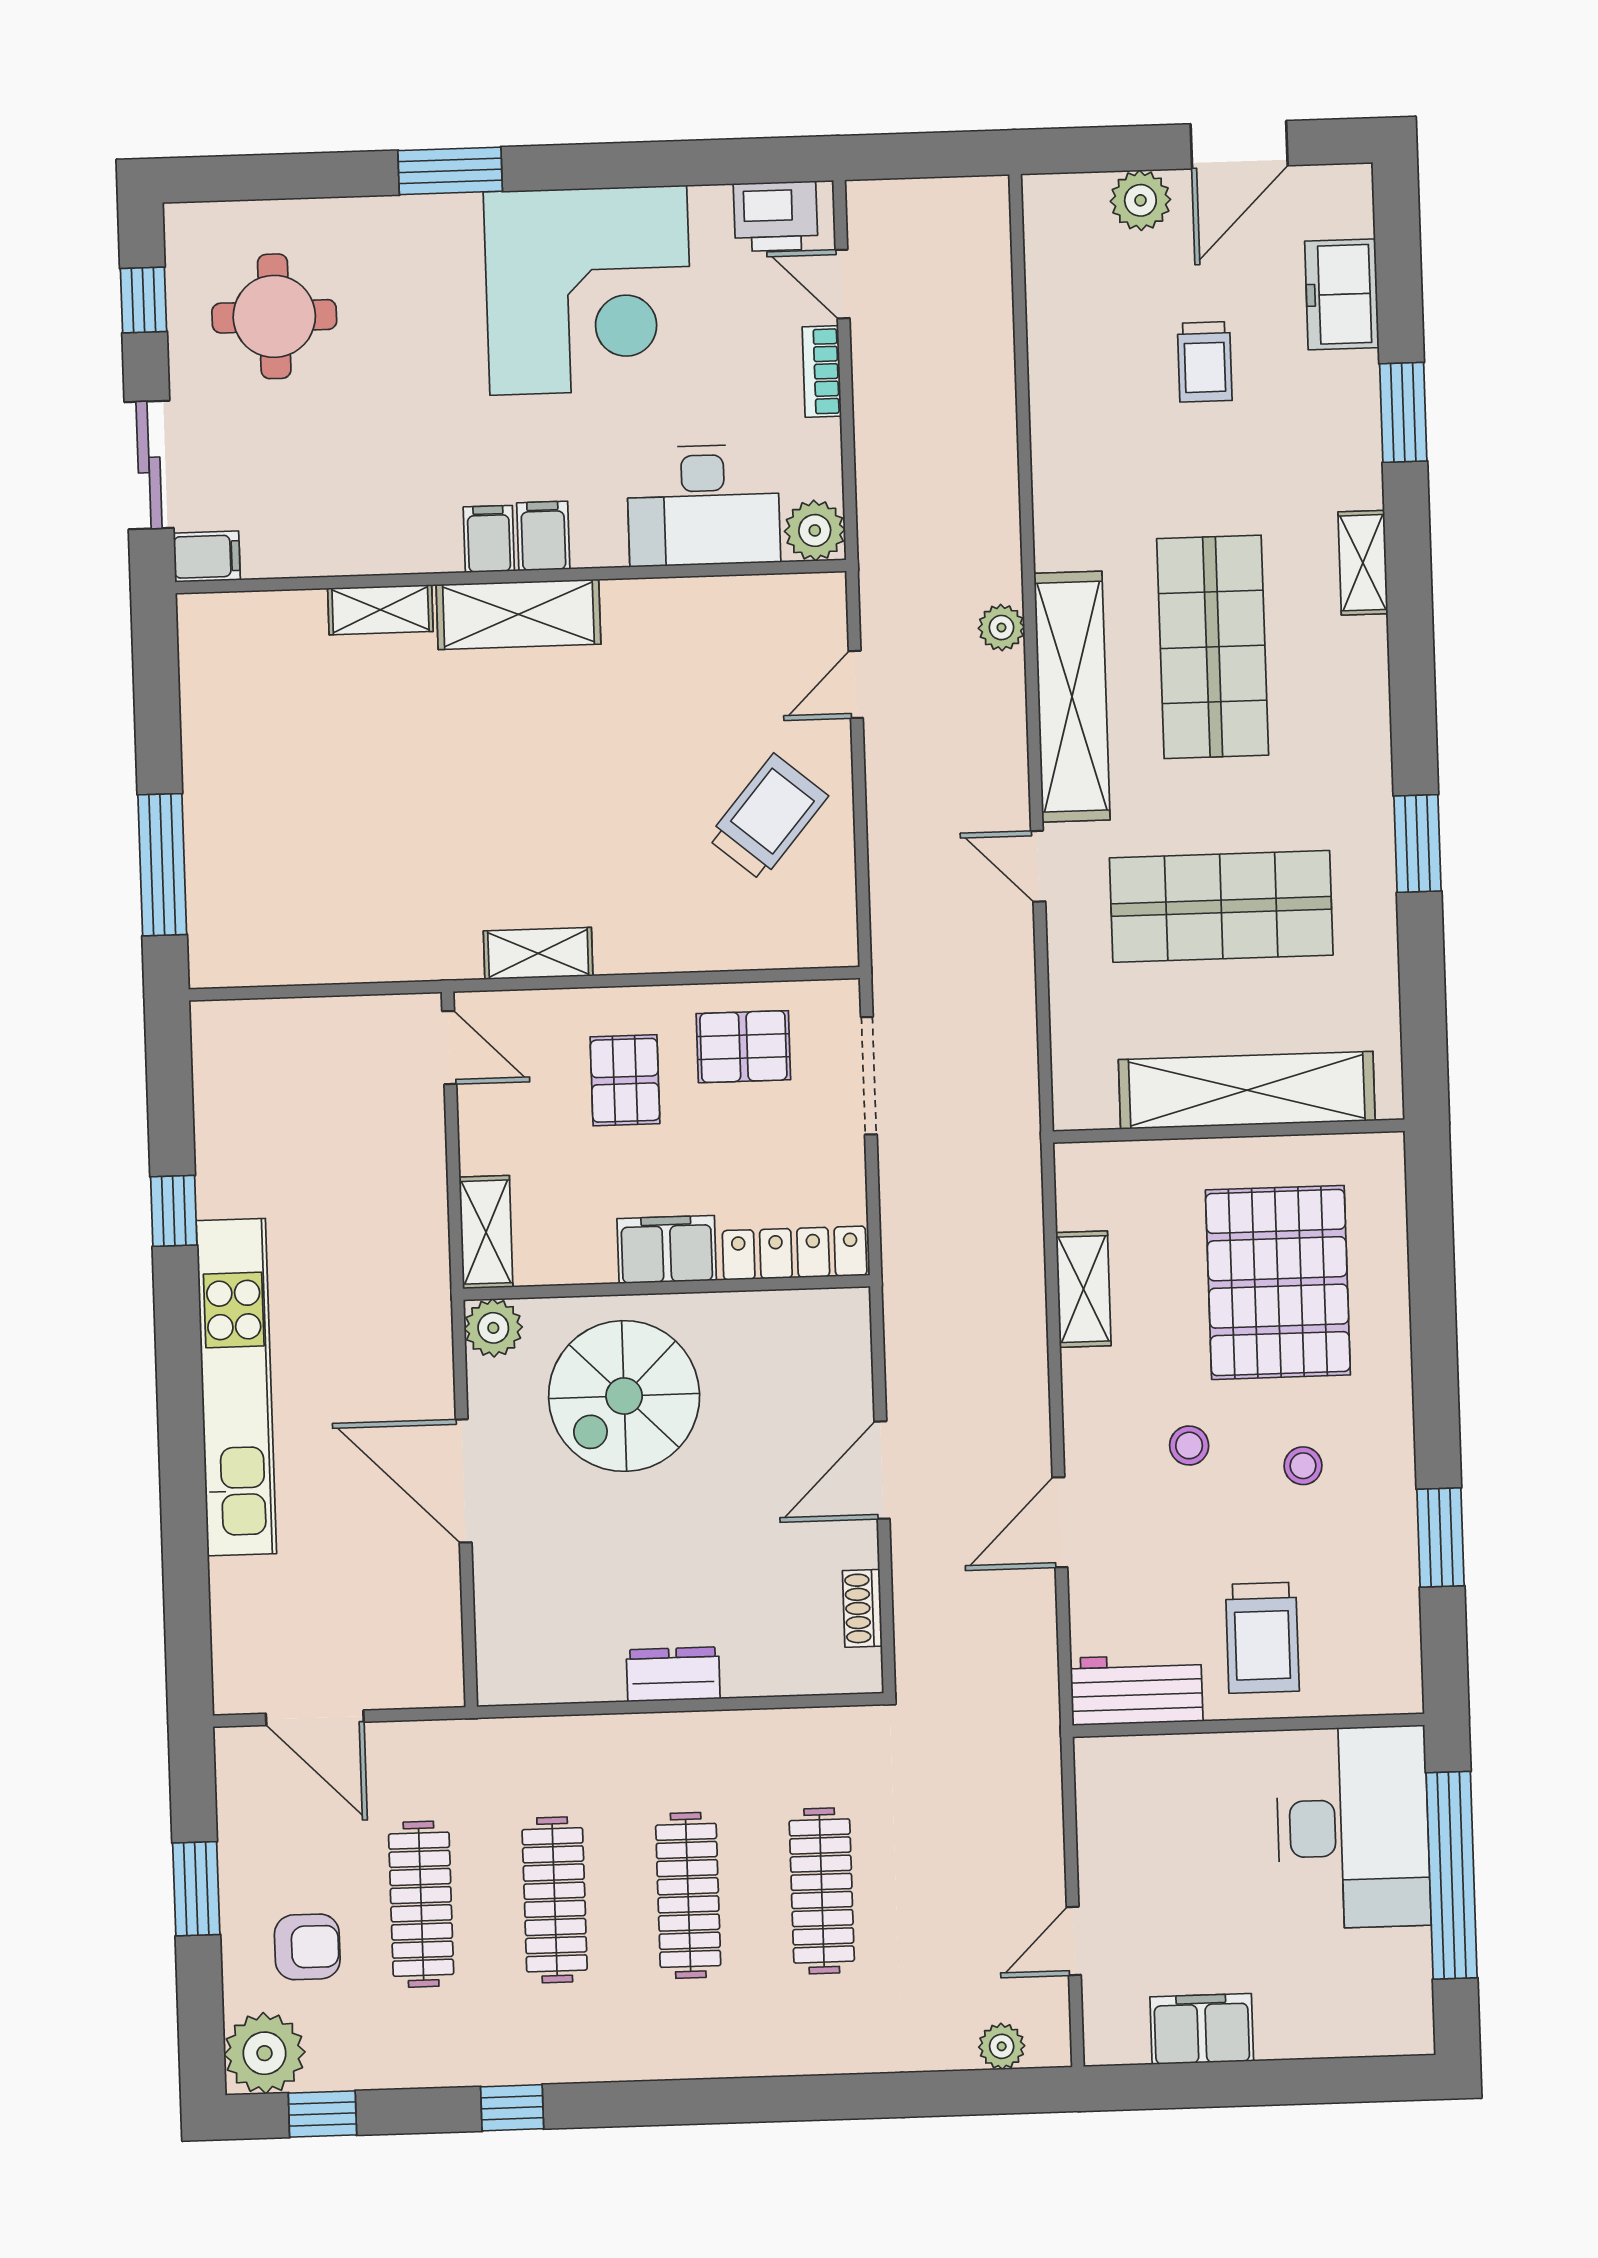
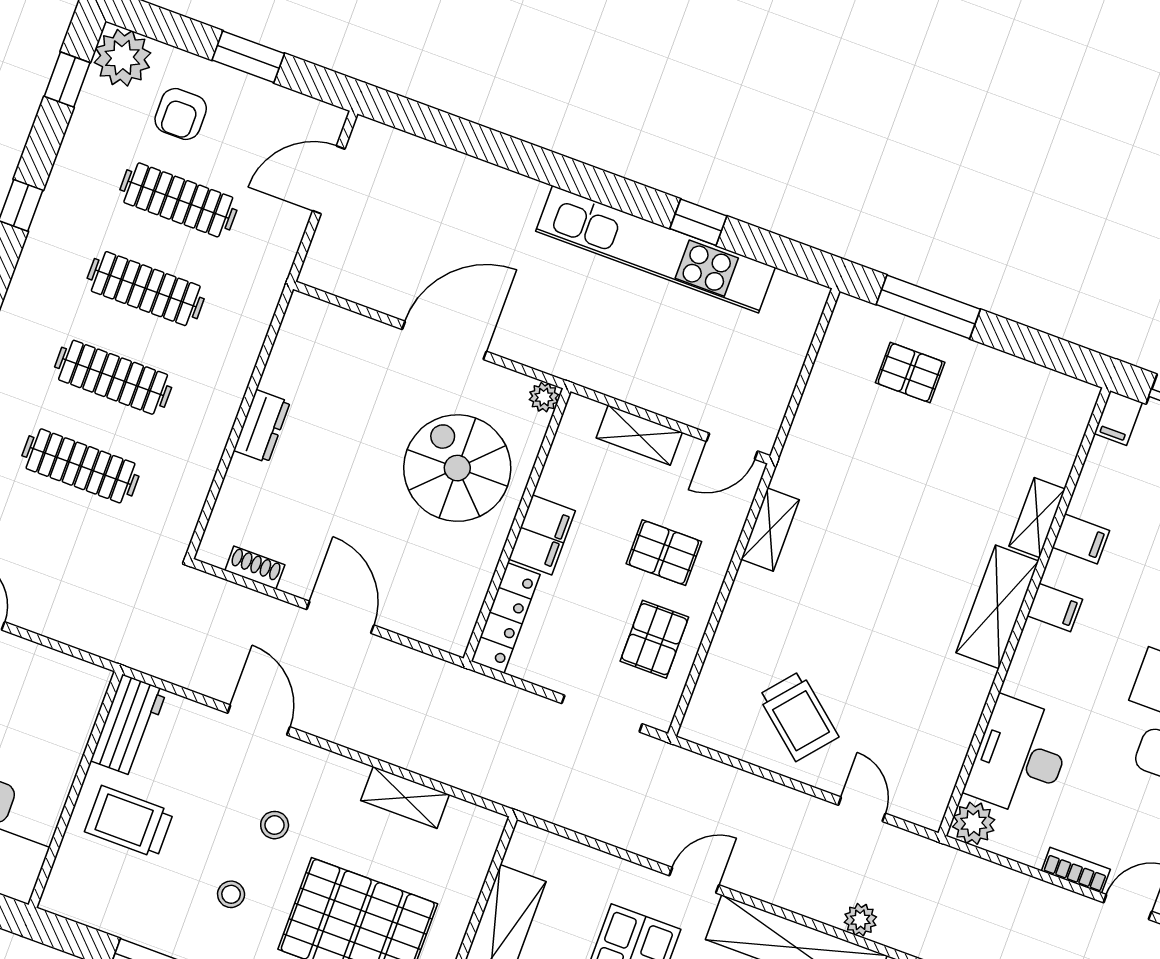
filing cabinet: (543, 536) -> (1081, 539), moved
pallet: (258, 854) -> (910, 373), added
shelving: (486, 1232) -> (639, 435), moved
plant: (493, 1328) -> (544, 397), width x0.73, depth x0.73
kitchen unit: (236, 1387) -> (656, 249), moved

